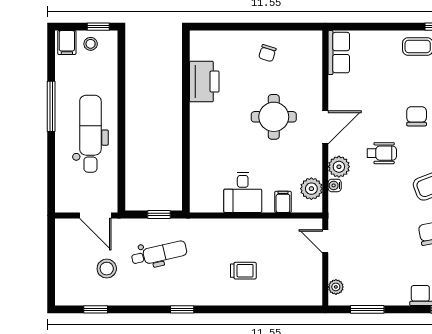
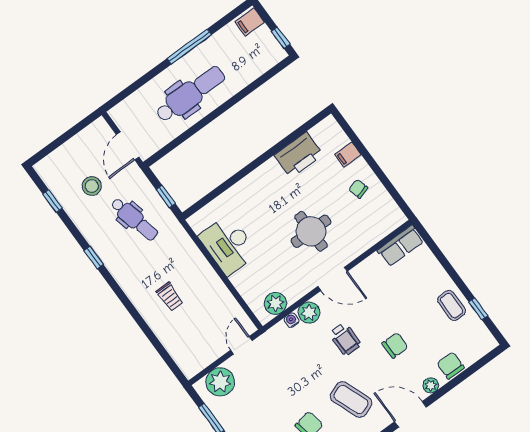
stool: (91, 44) -> (262, 42), removed
chair: (267, 53) -> (358, 189), turned 56
desk: (243, 192) -> (228, 245), width x1.37
filing cabinet: (283, 202) -> (348, 154), moved, turned 180
plant: (336, 287) -> (220, 382), width x1.87, depth x1.87
window: (182, 309) -> (94, 258), moved

